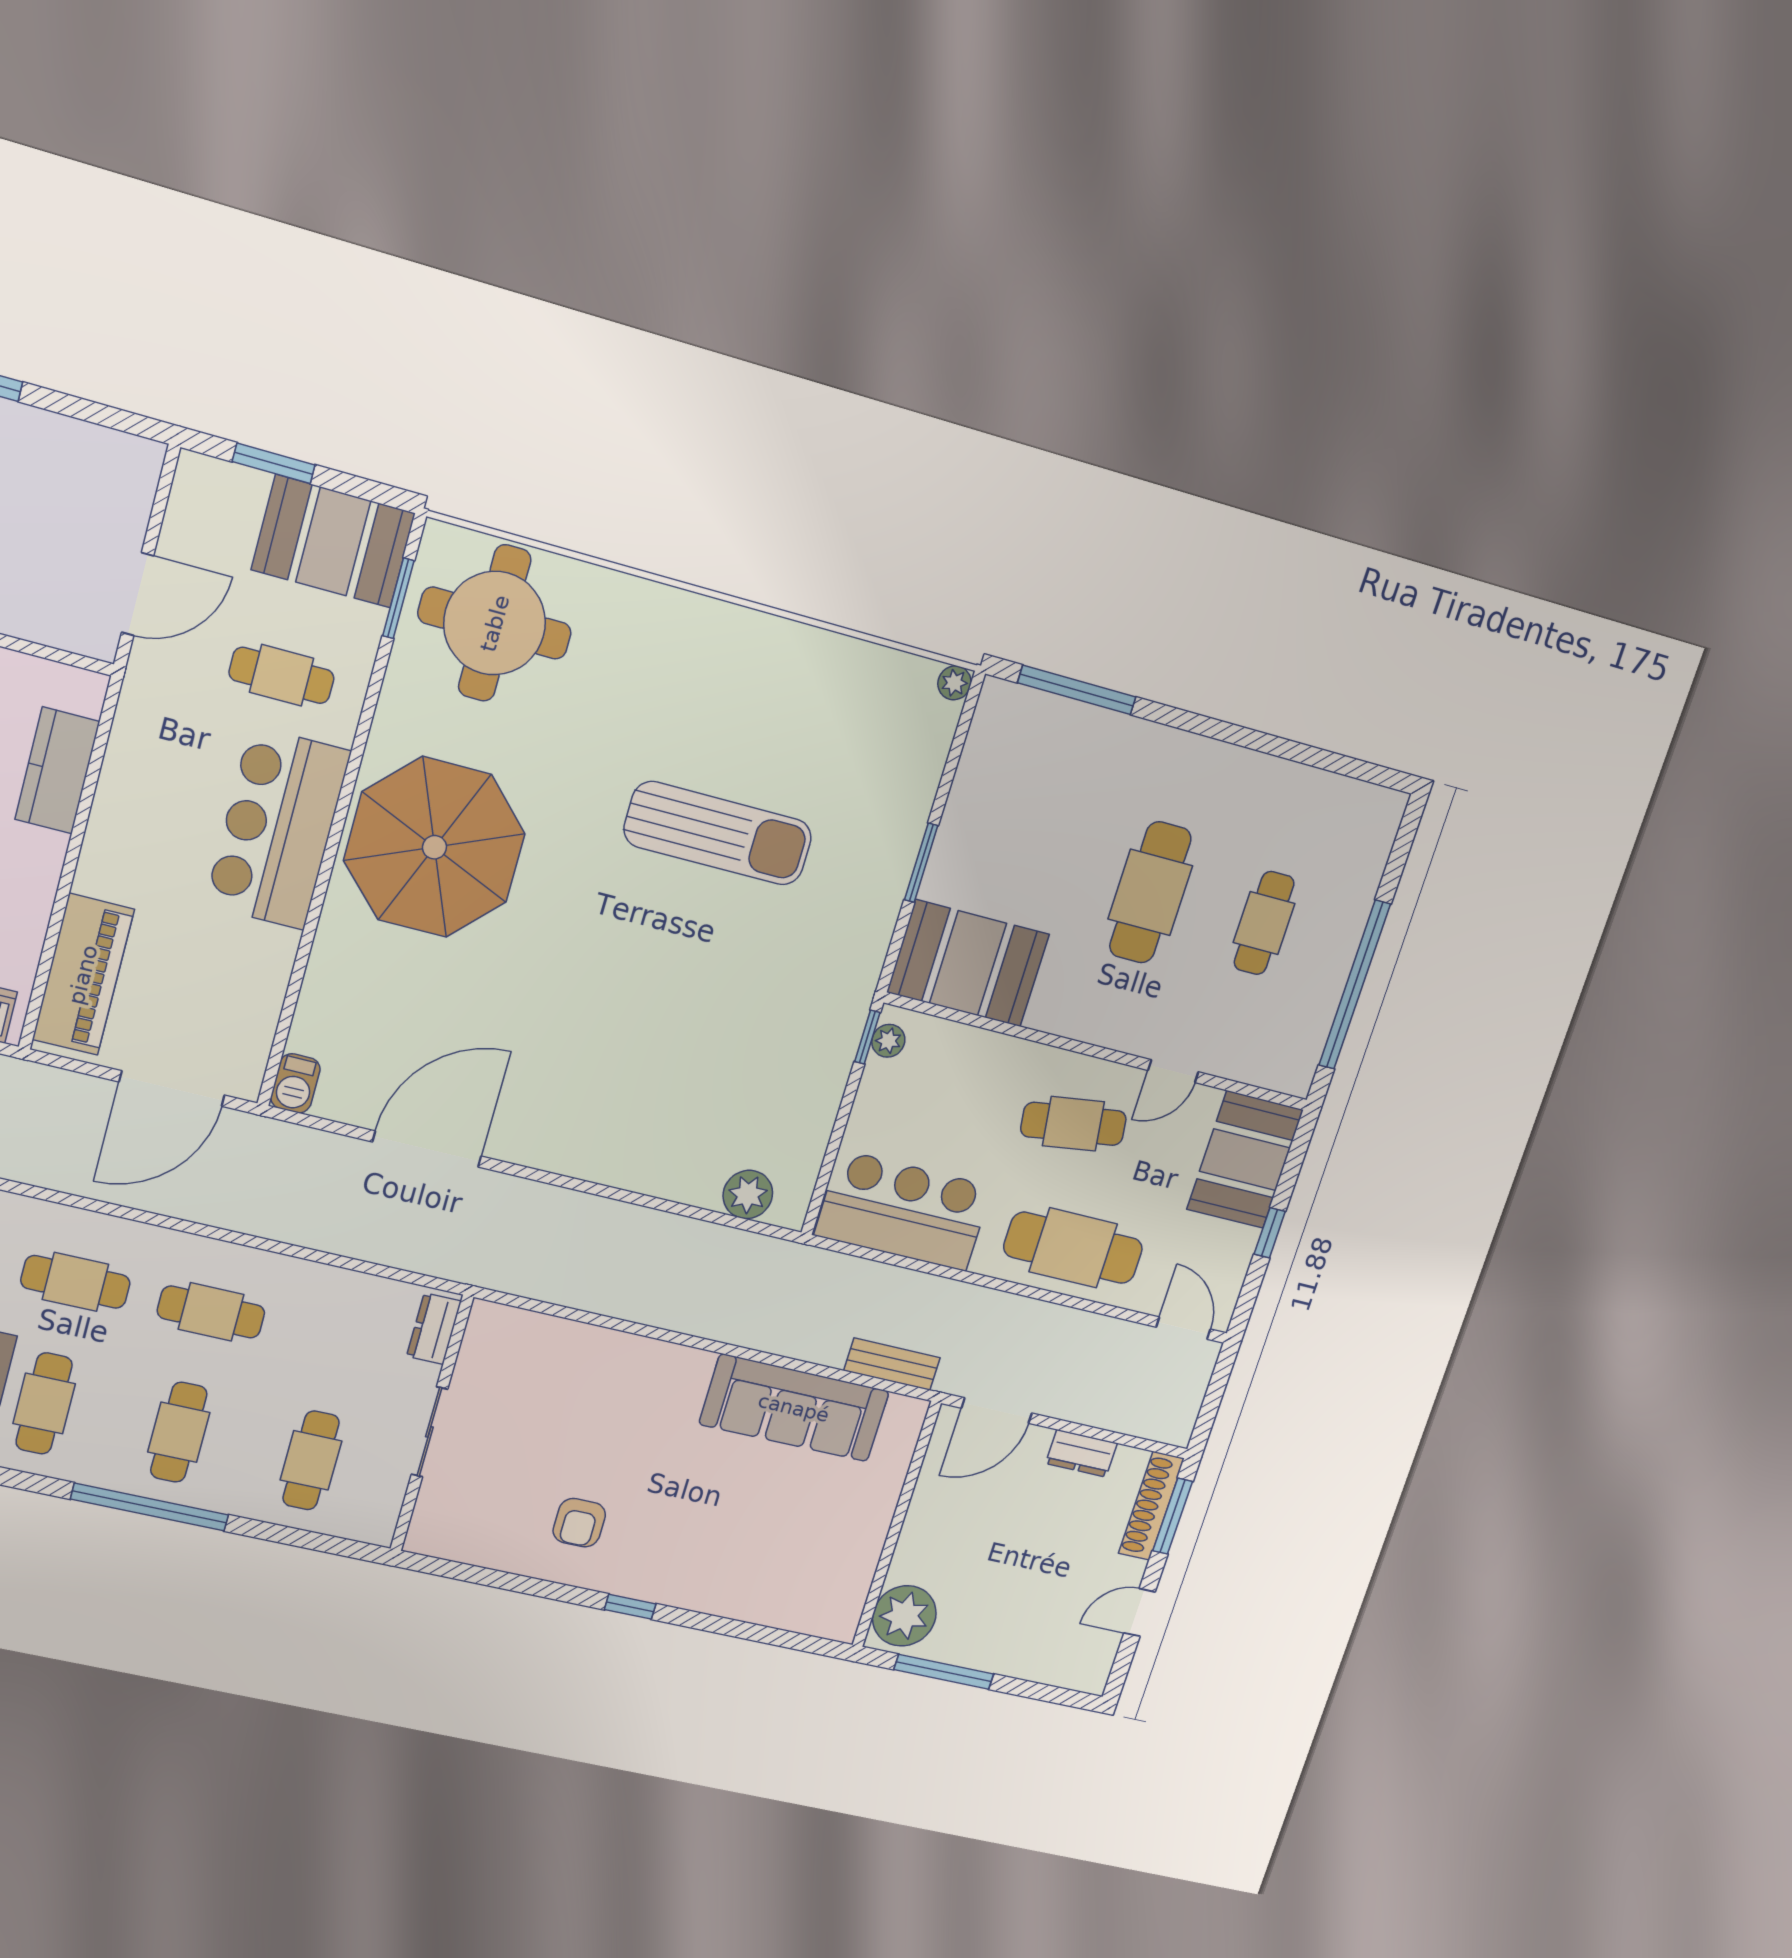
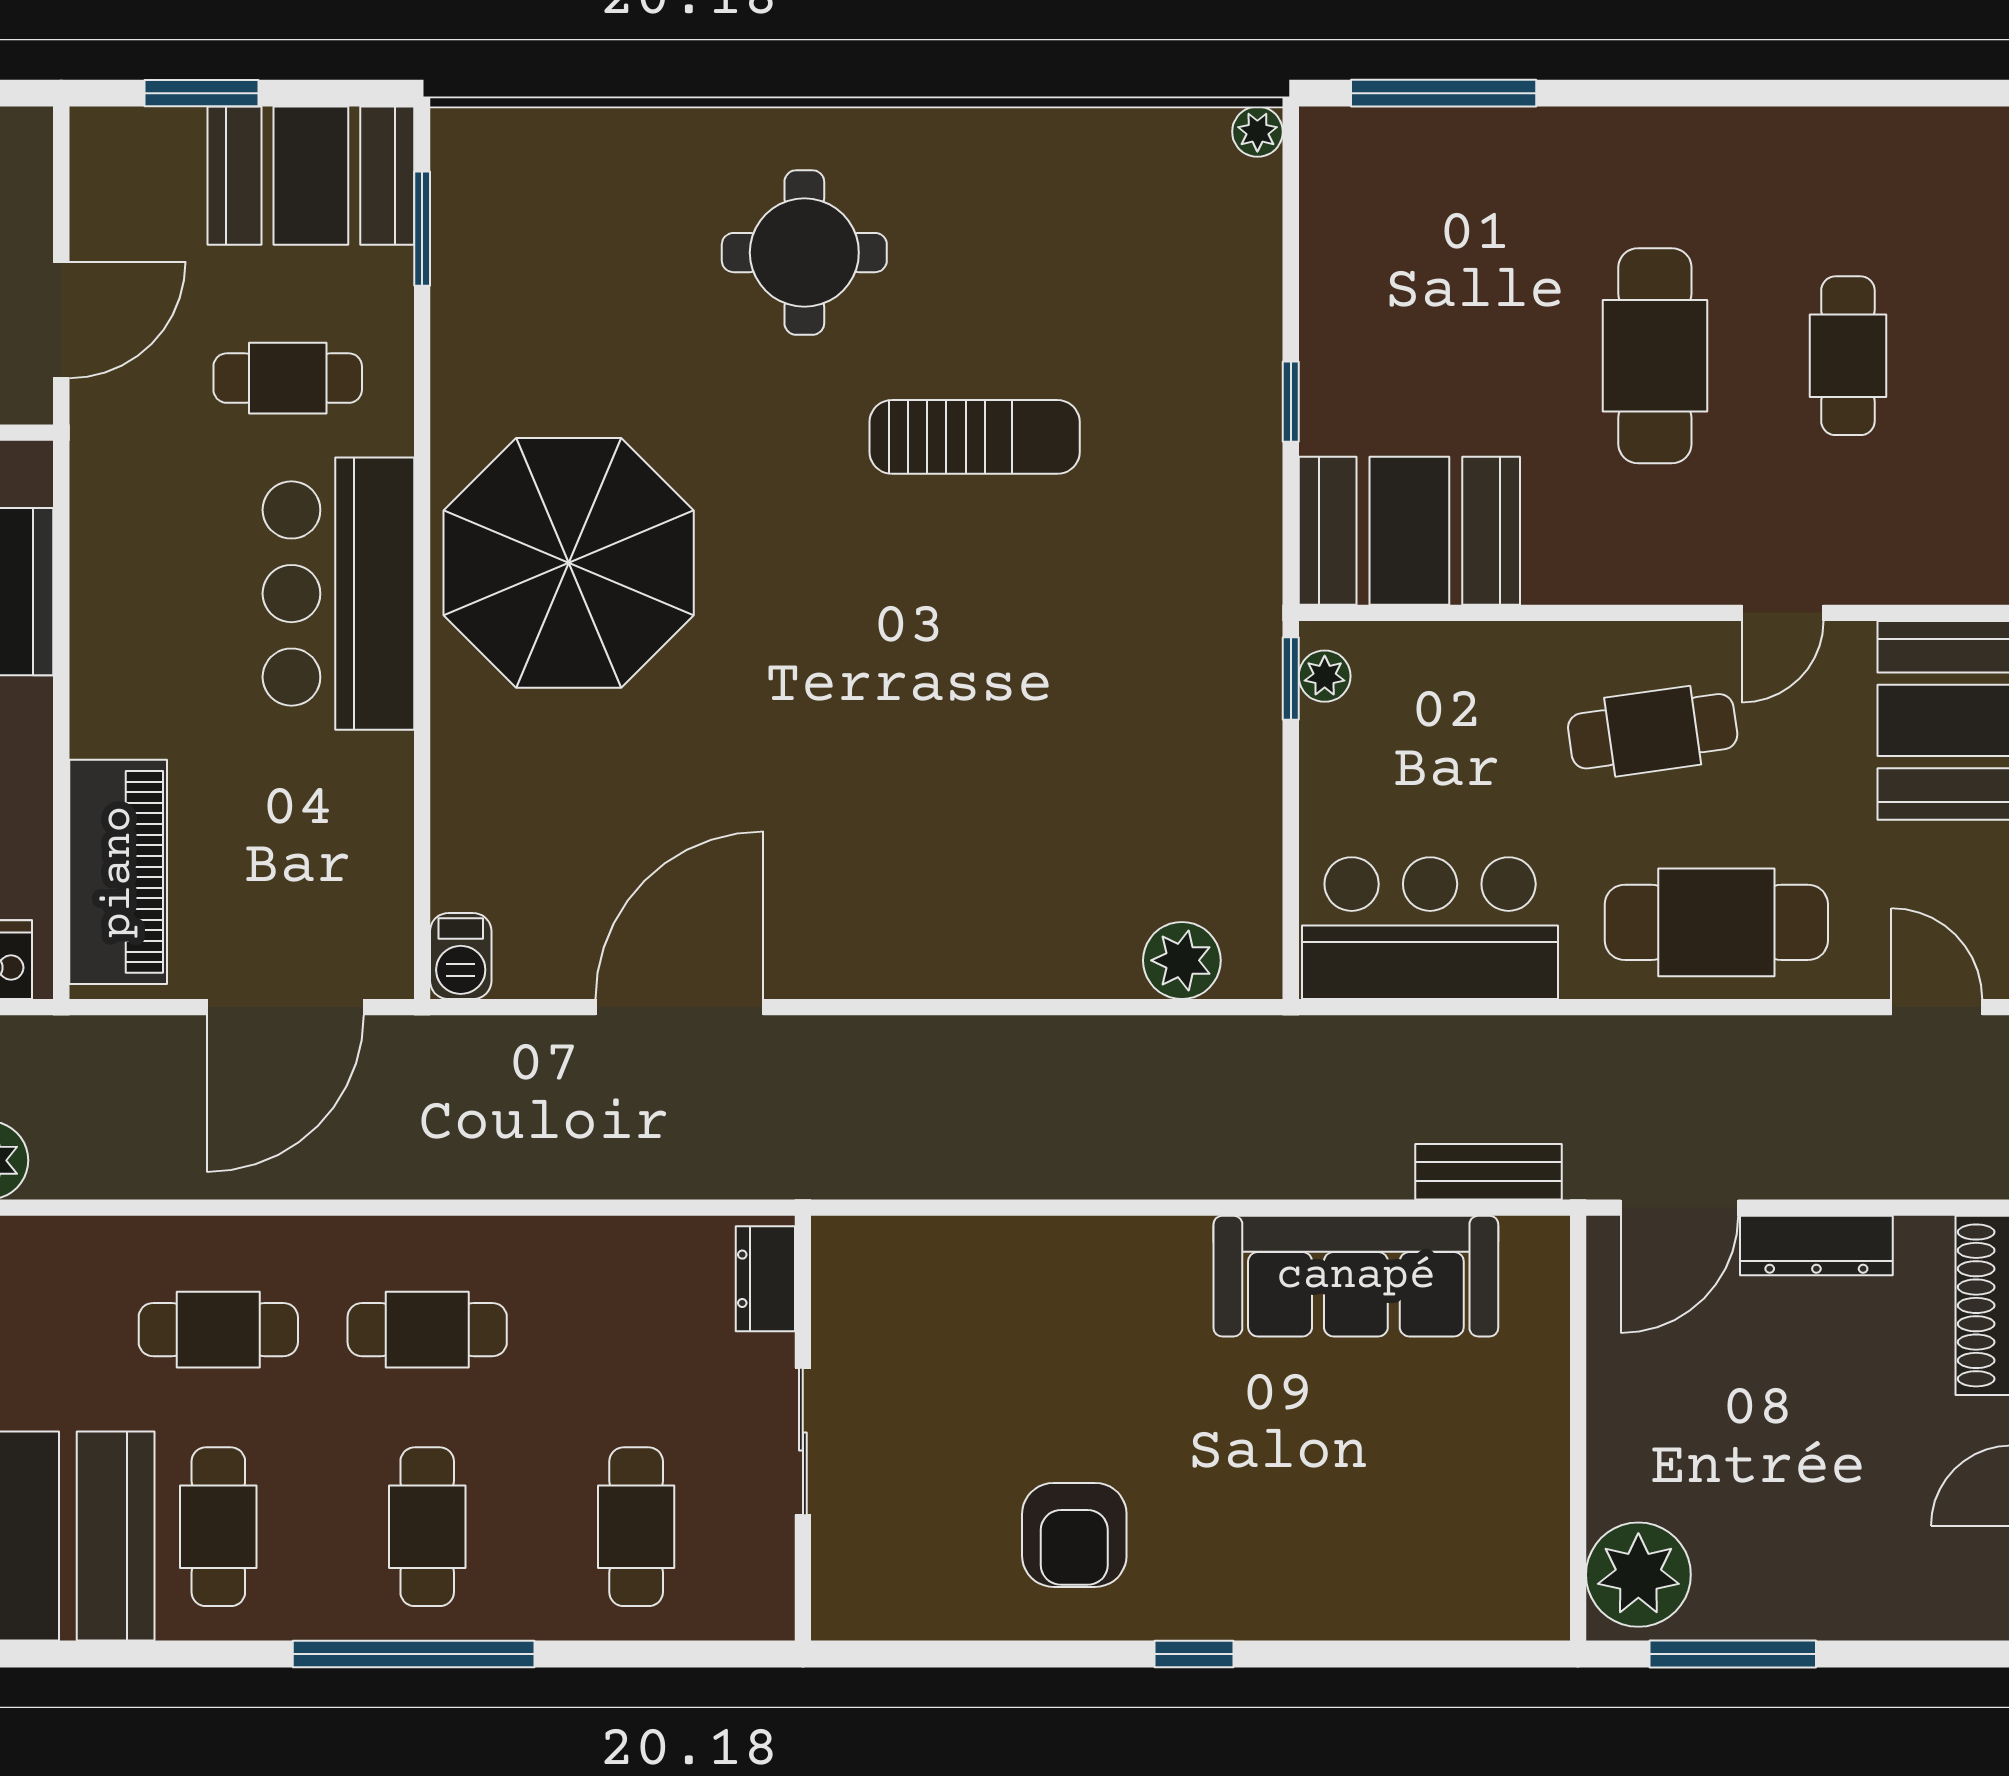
round table: (495, 623) -> (804, 253), moved, width x0.73, depth x0.73
sun lounger: (718, 833) -> (975, 437), width x0.73, depth x0.75
window: (921, 863) -> (1291, 402), width x0.67
dresser: (1081, 1453) -> (1816, 1245), width x1.44
armchair: (579, 1523) -> (1074, 1535), width x1.38, depth x1.38

